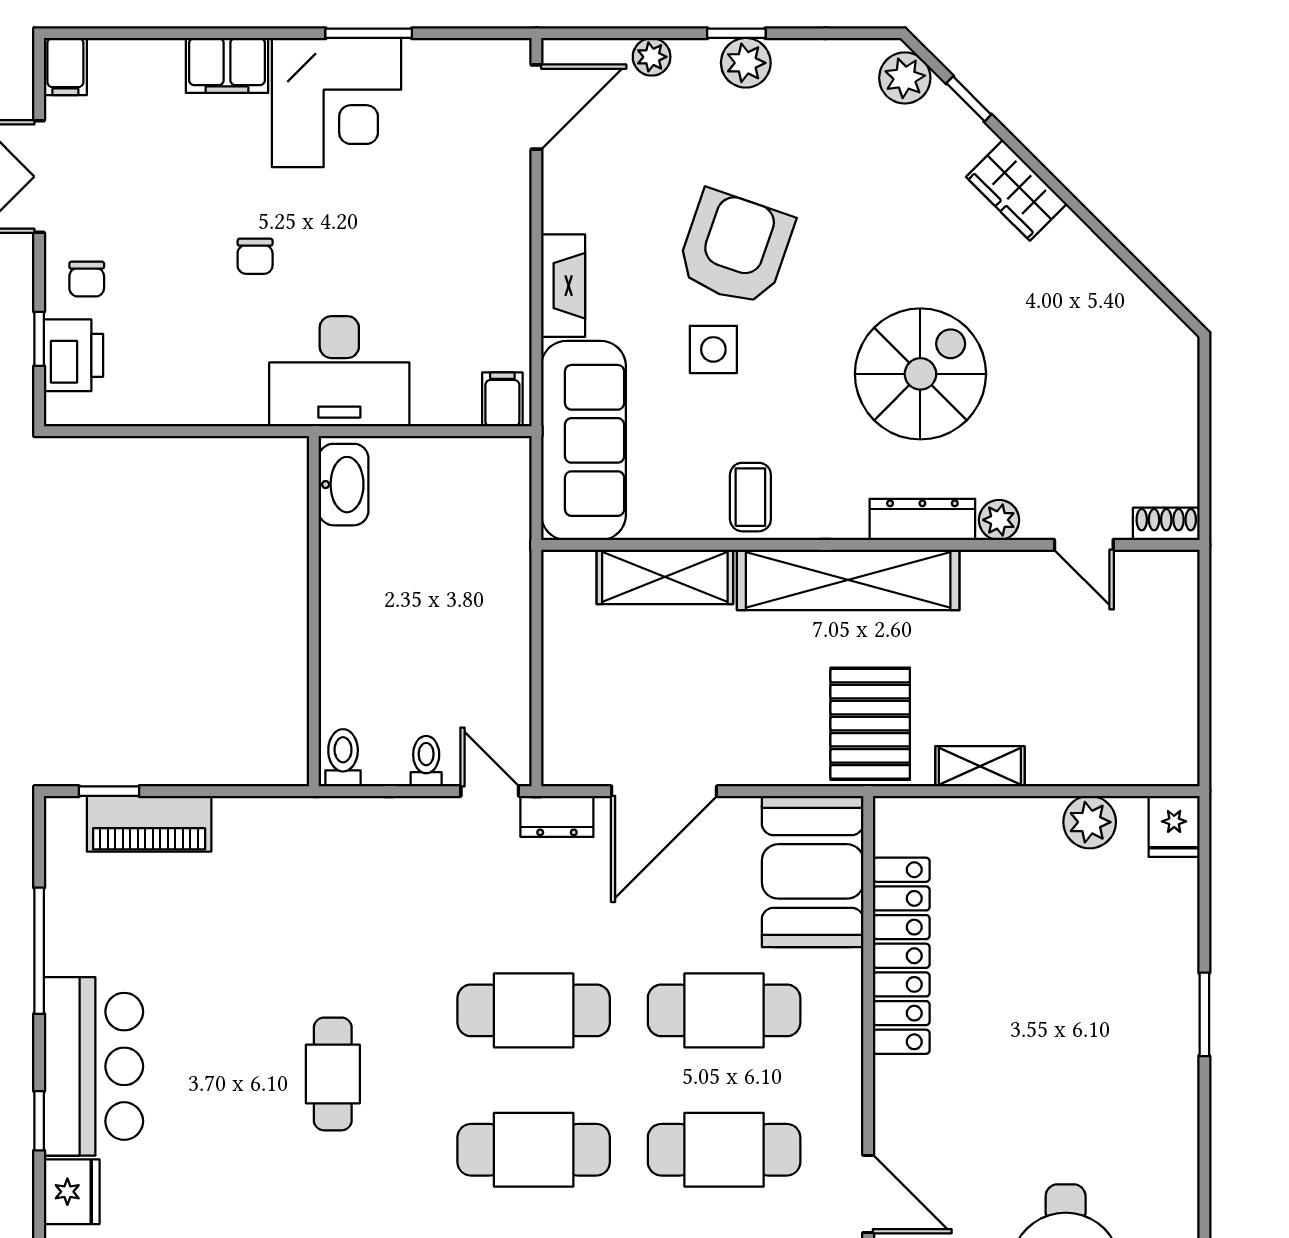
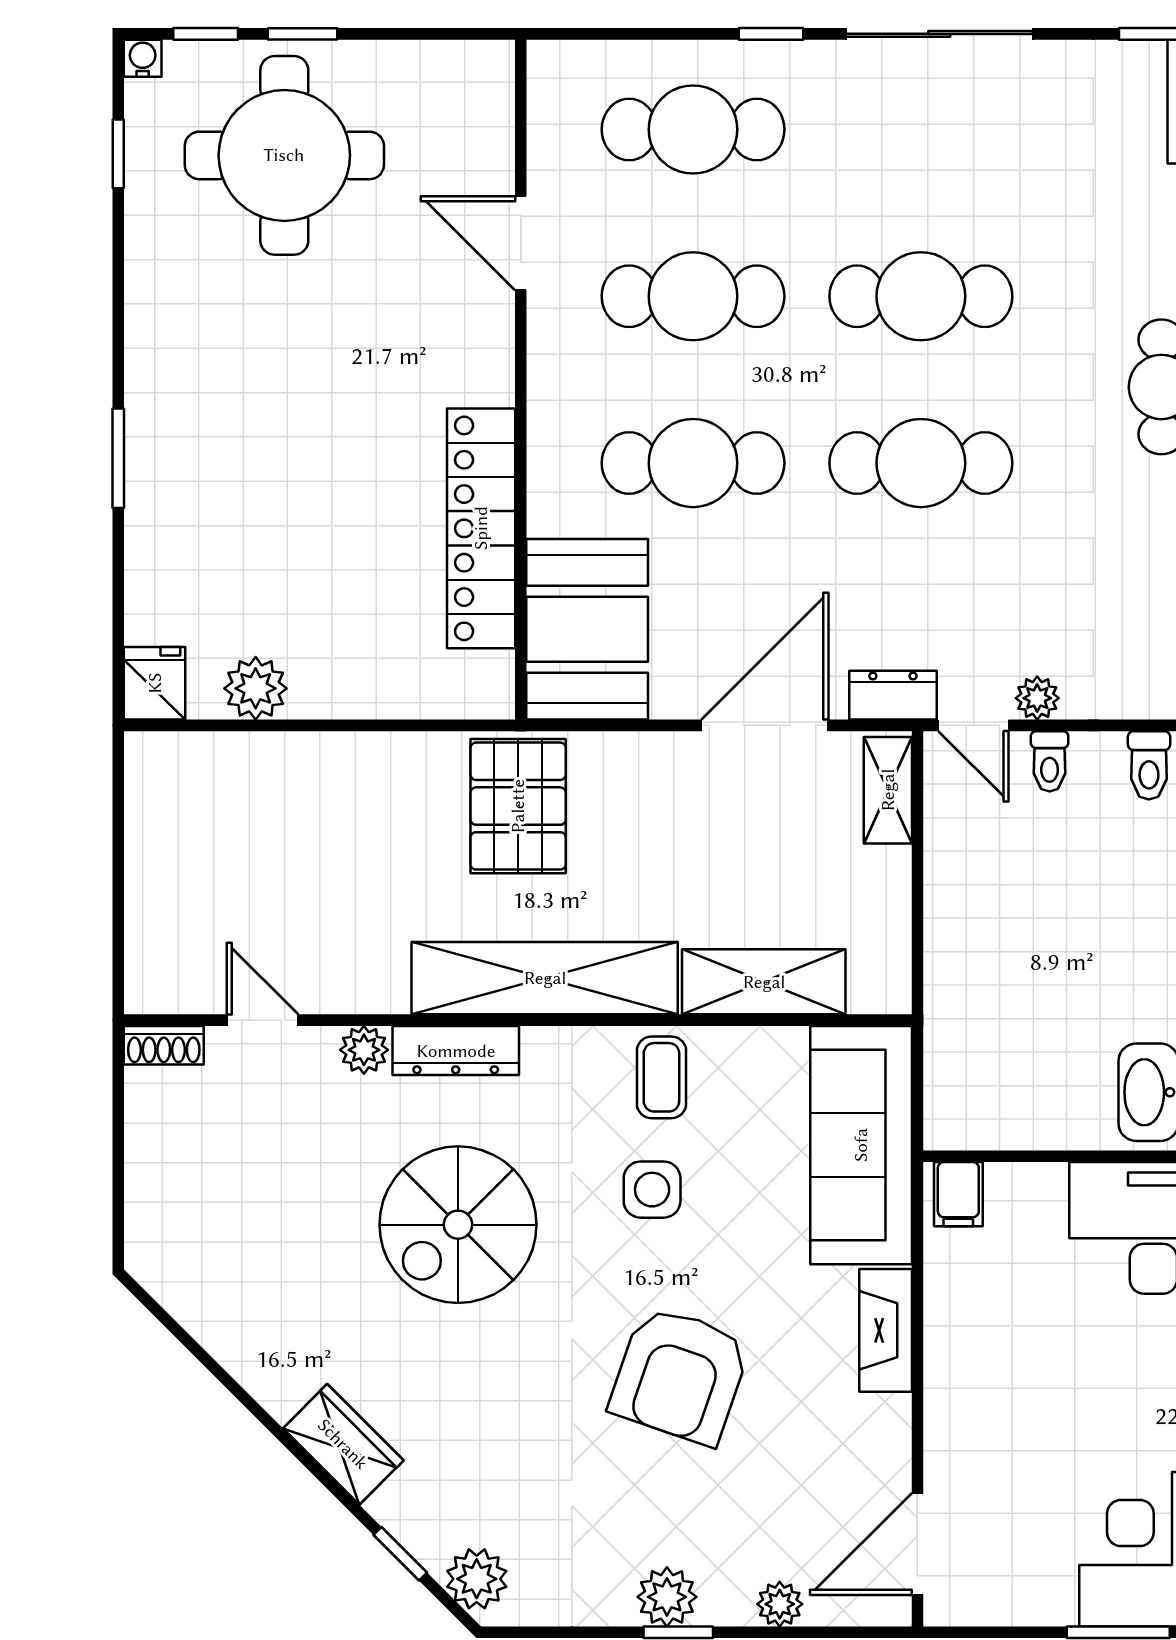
side table: (713, 349) -> (652, 1190), moved
shelving: (980, 766) -> (888, 790), moved, turned 90
plant: (436, 814) -> (1037, 698), added

